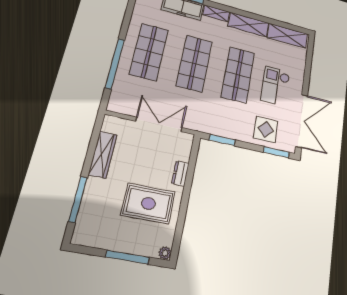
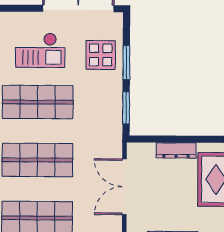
window: (276, 152) -> (126, 63), moved
dresser: (180, 174) -> (176, 150), width x1.44

